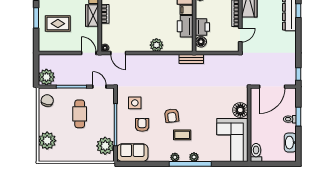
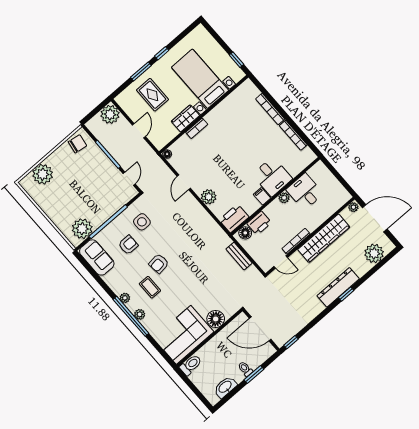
printer: (185, 26) -> (234, 218), moved
door: (89, 53) -> (139, 131), moved
door: (118, 53) -> (184, 182), moved
bench: (191, 59) -> (239, 256), moved
plant: (46, 77) -> (110, 114), moved
cafe table: (80, 114) -> (90, 182), removed

